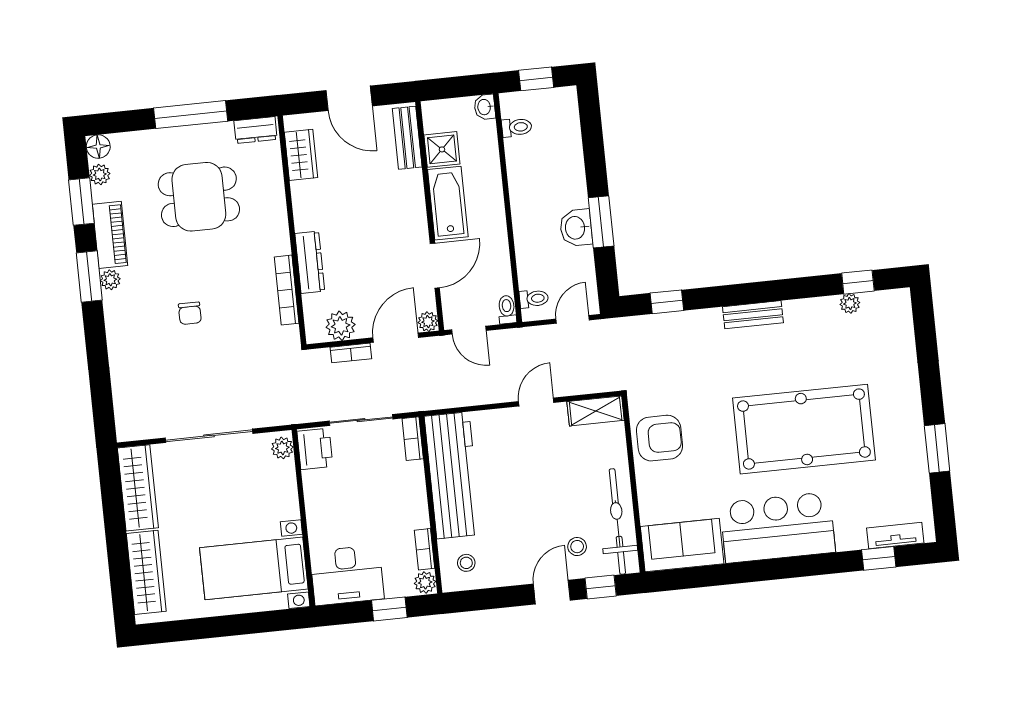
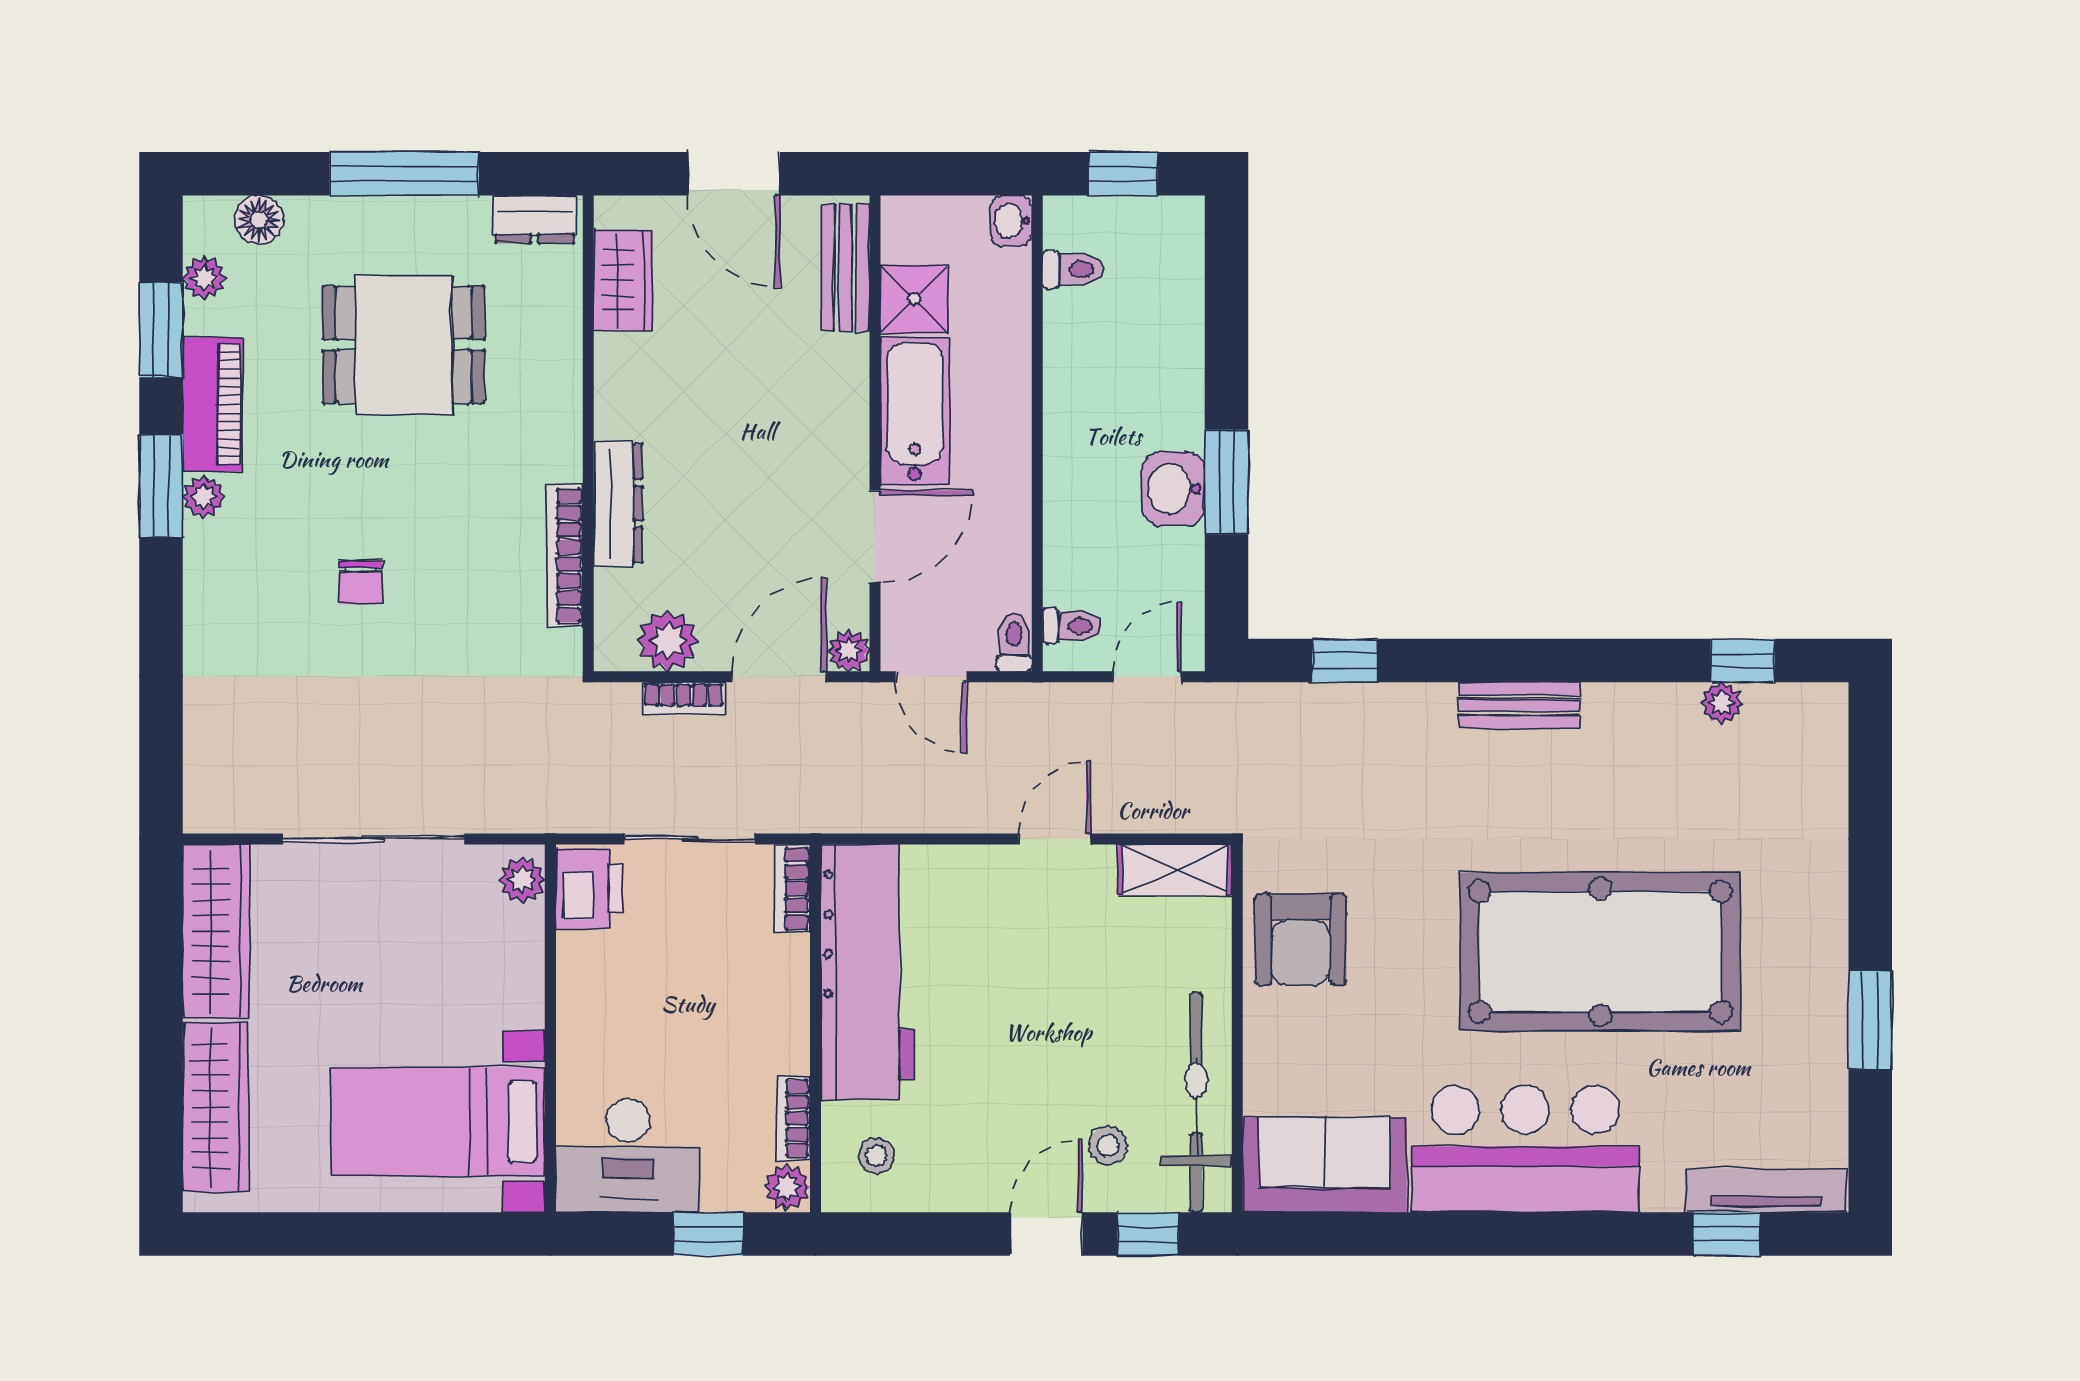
floor lamp: (98, 147) -> (259, 220), moved
armchair: (659, 438) -> (1301, 940), turned 90
tv unit: (895, 535) -> (1766, 1190), width x1.41

